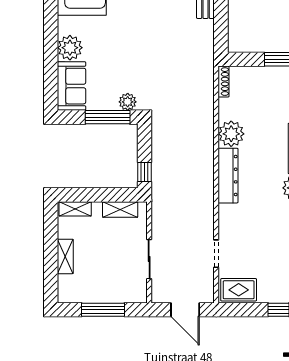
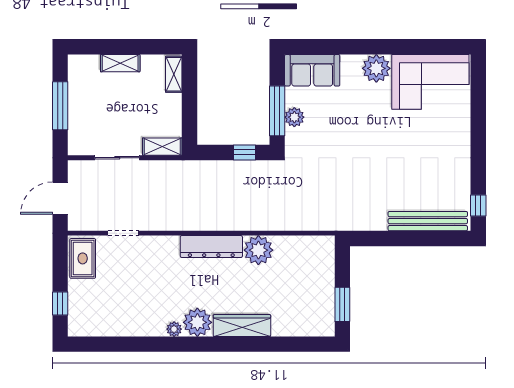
plant: (70, 48) -> (376, 68), moved
shoe rack: (224, 82) -> (317, 241), removed
plant: (128, 102) -> (294, 117), moved
window: (145, 172) -> (245, 152), moved
shelving: (120, 209) -> (162, 147), moved, turned 90

